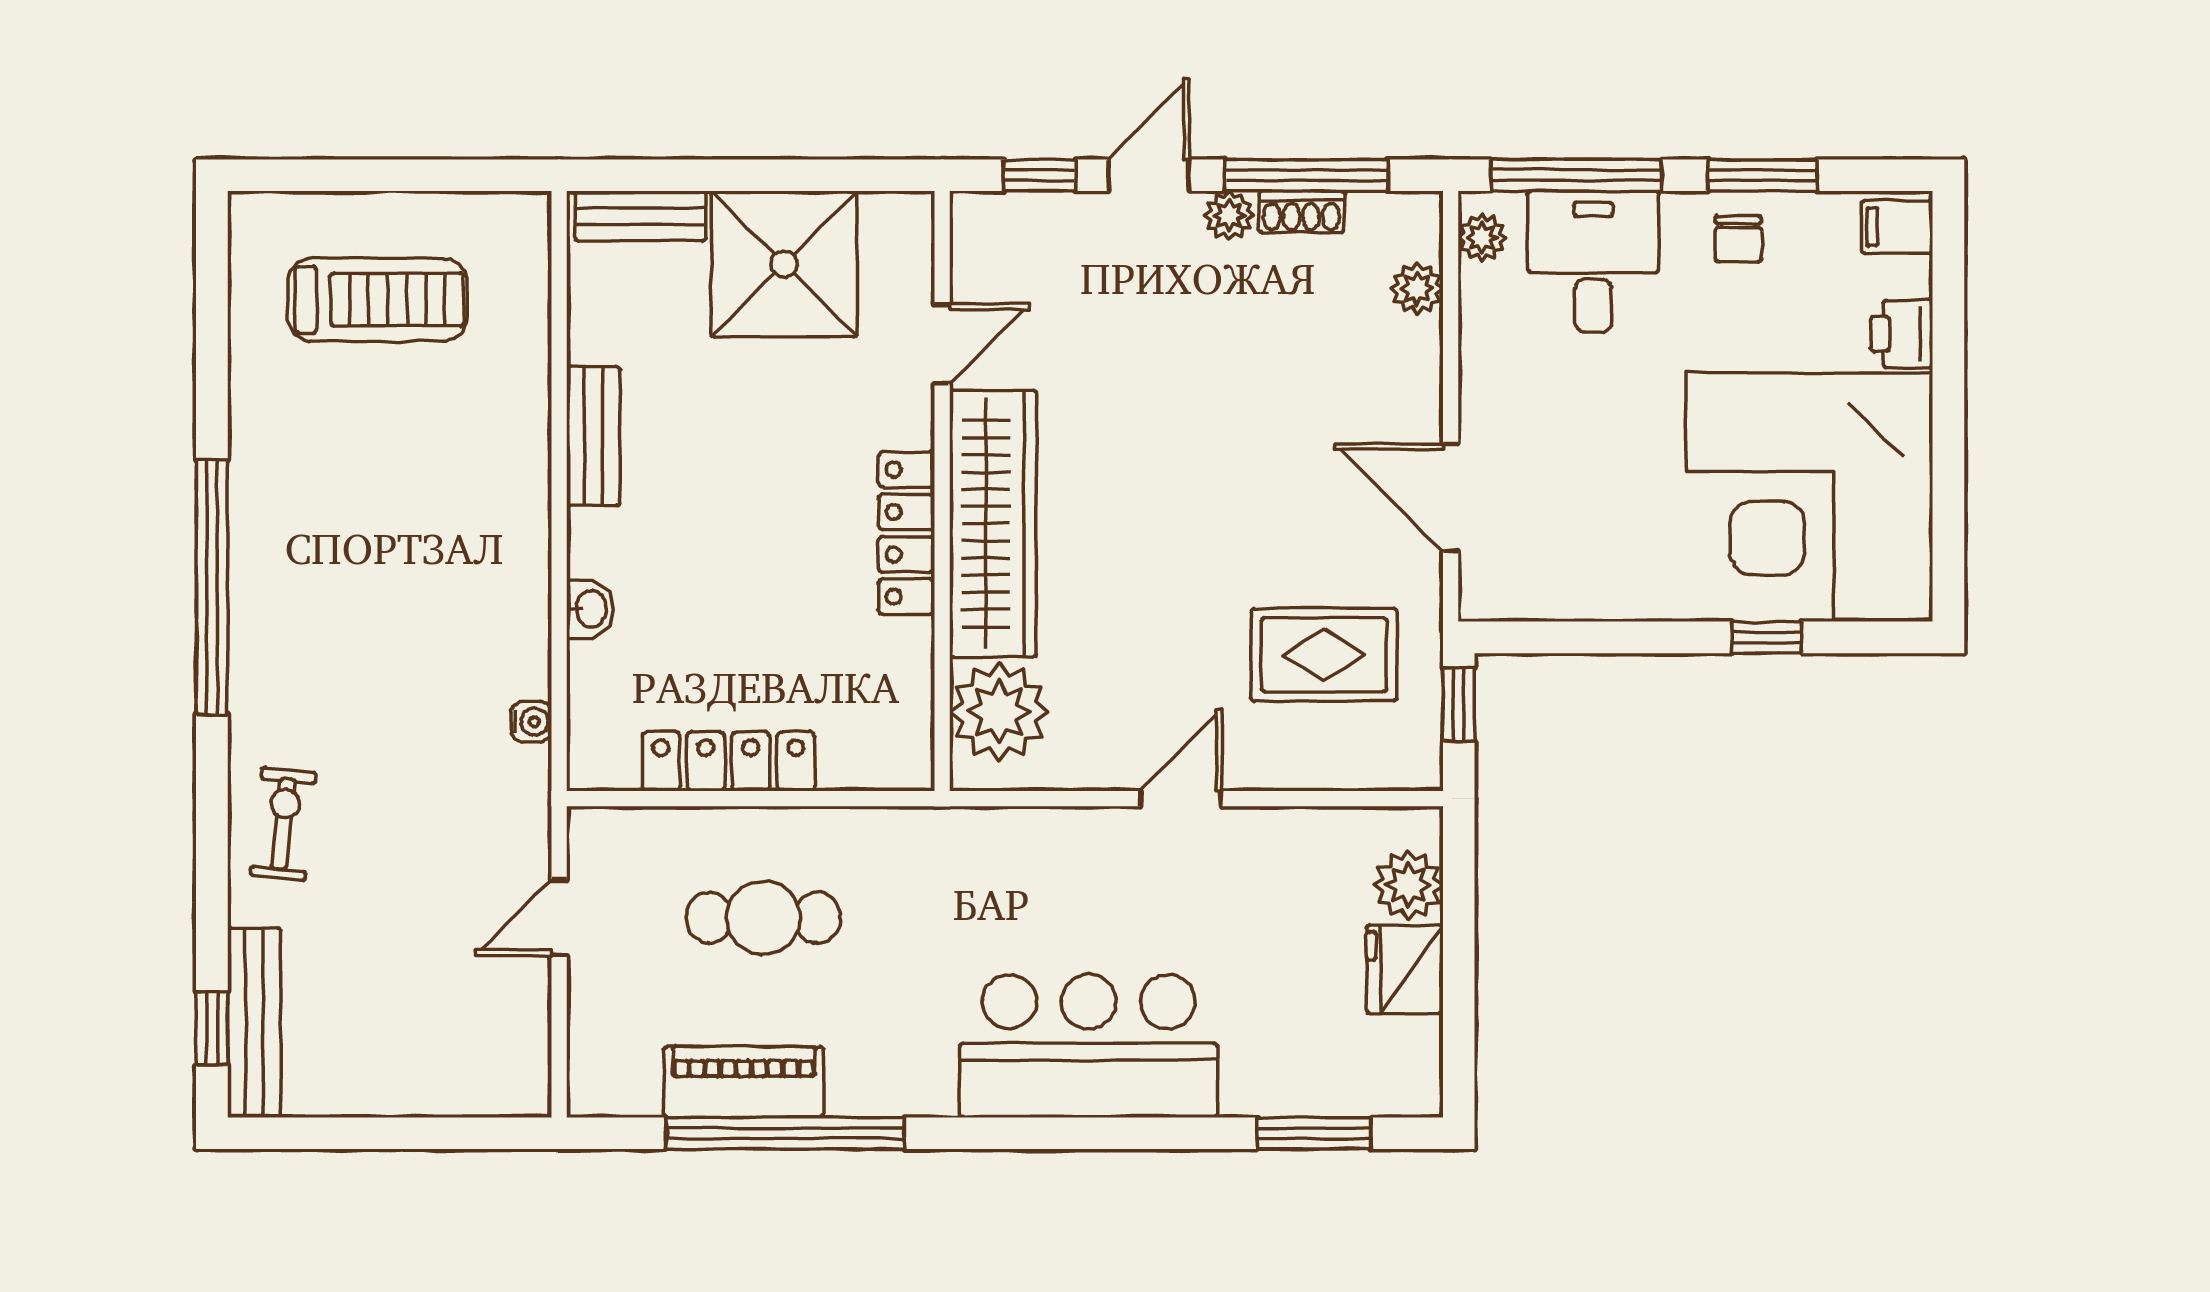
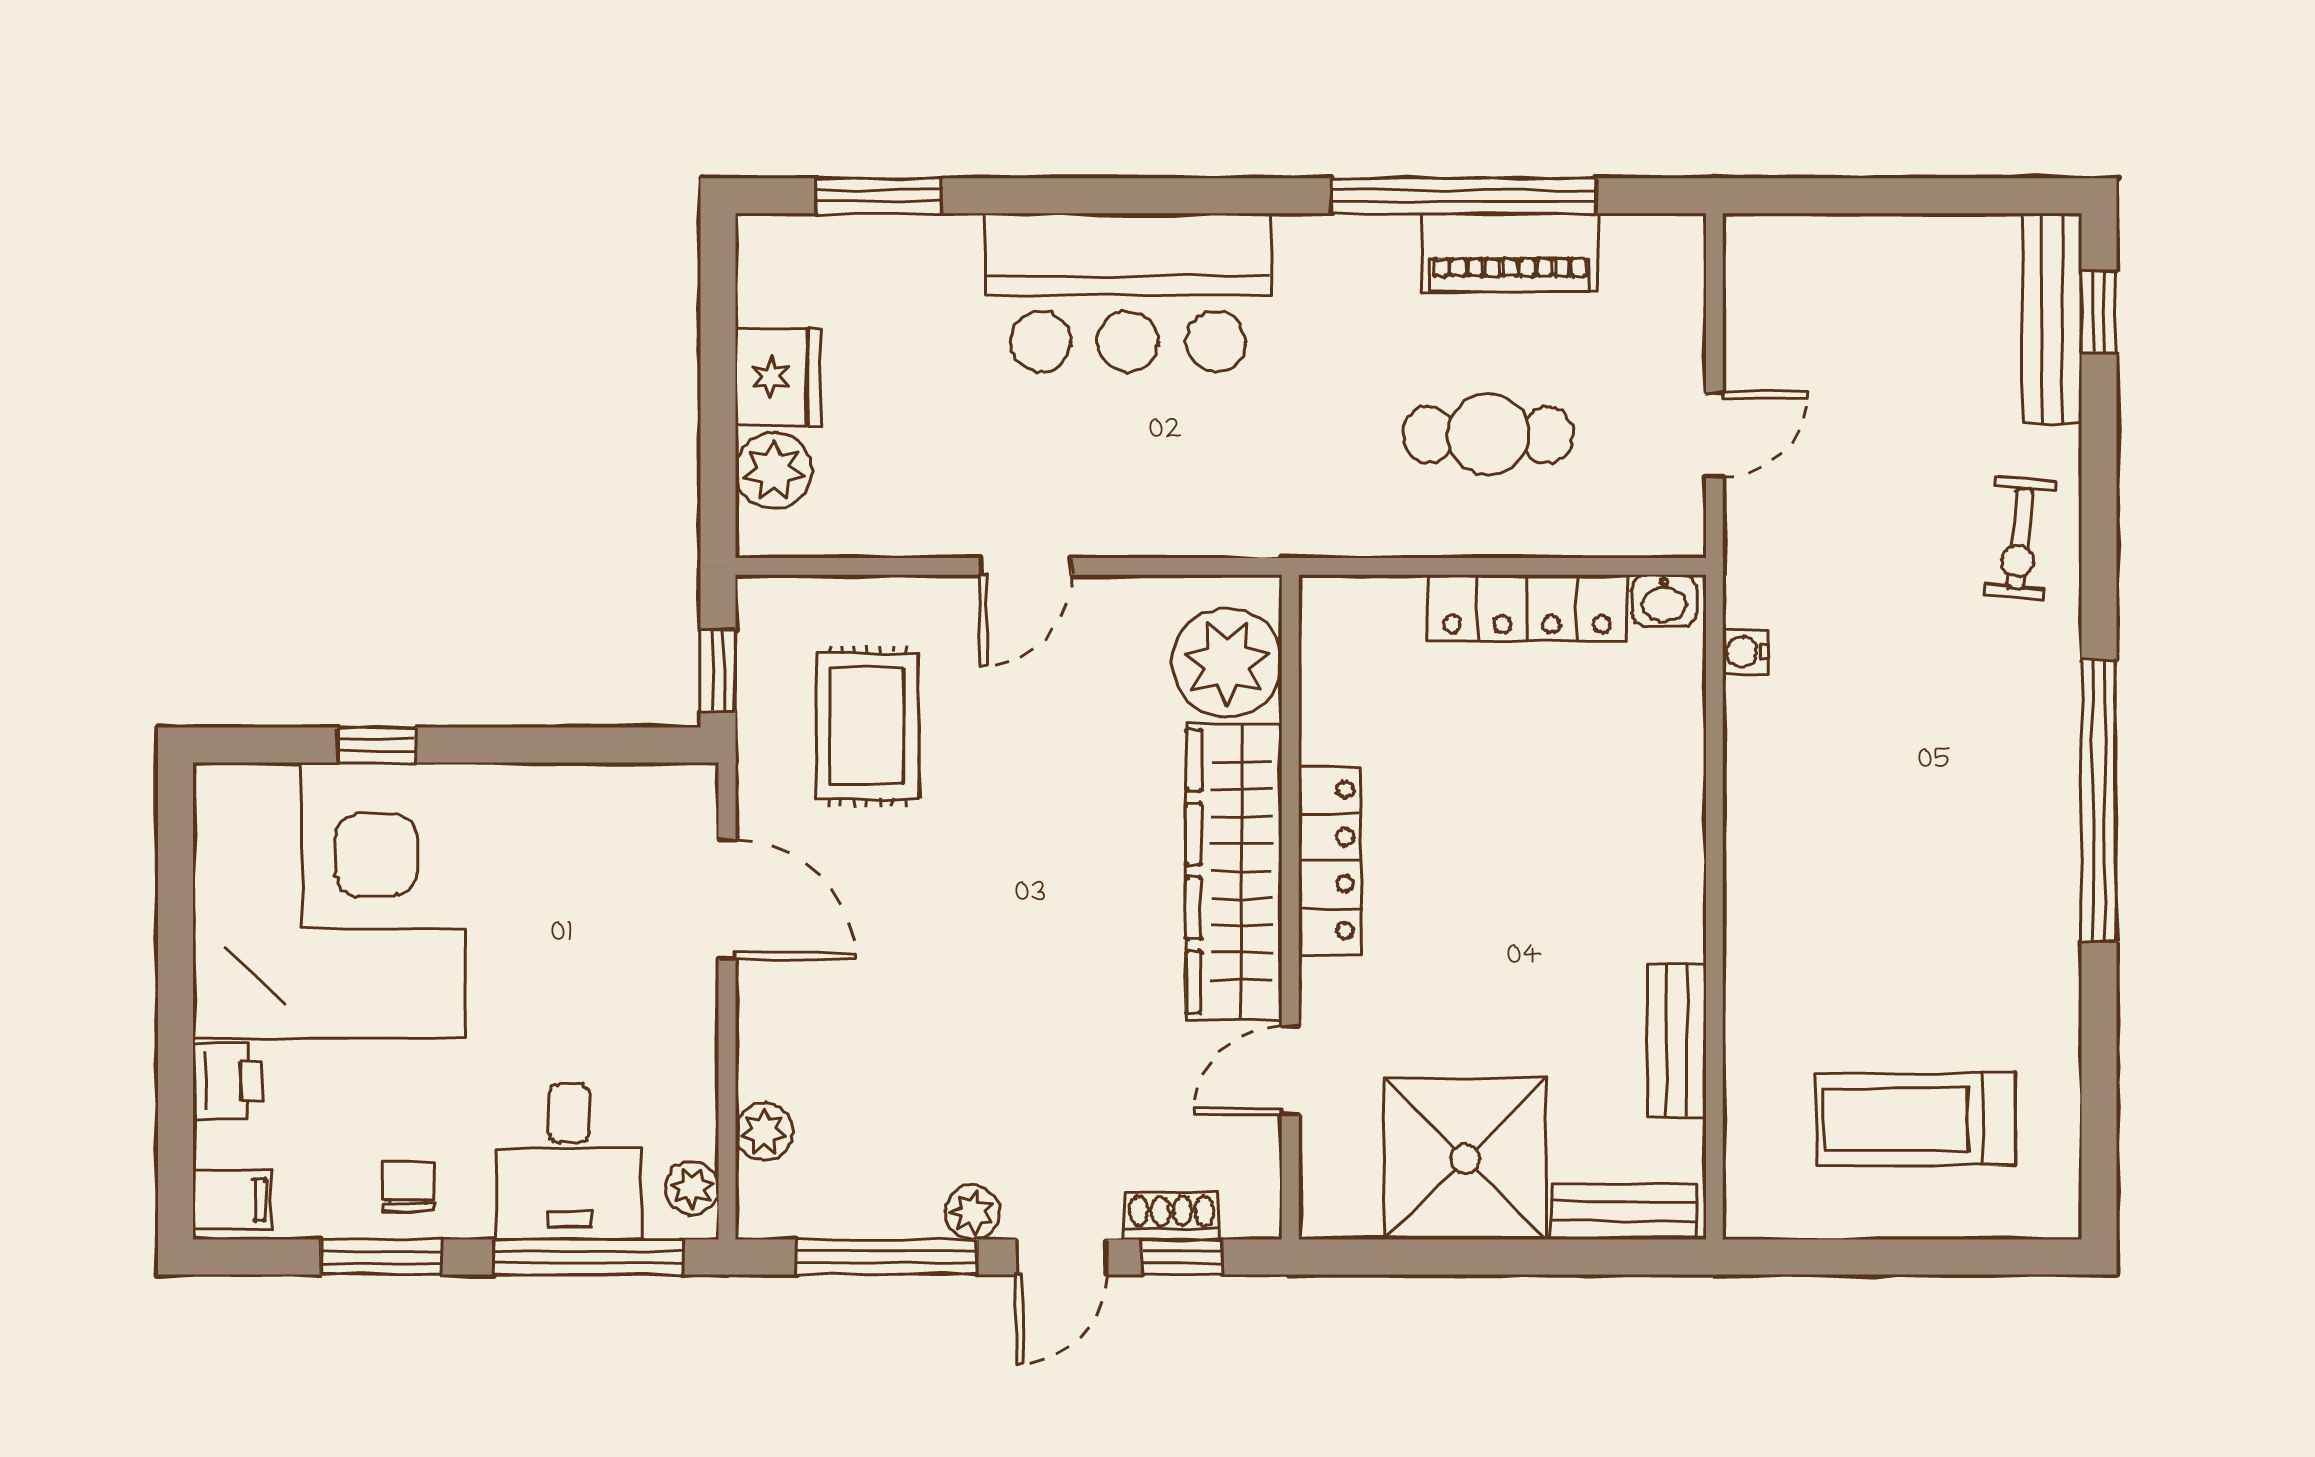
shoe rack: (1301, 212) -> (1171, 1216), moved
bench: (593, 436) -> (1677, 1040), moved
washbasin: (590, 609) -> (1664, 601), moved, turned -90
rug: (1324, 655) -> (867, 726), turned 90

